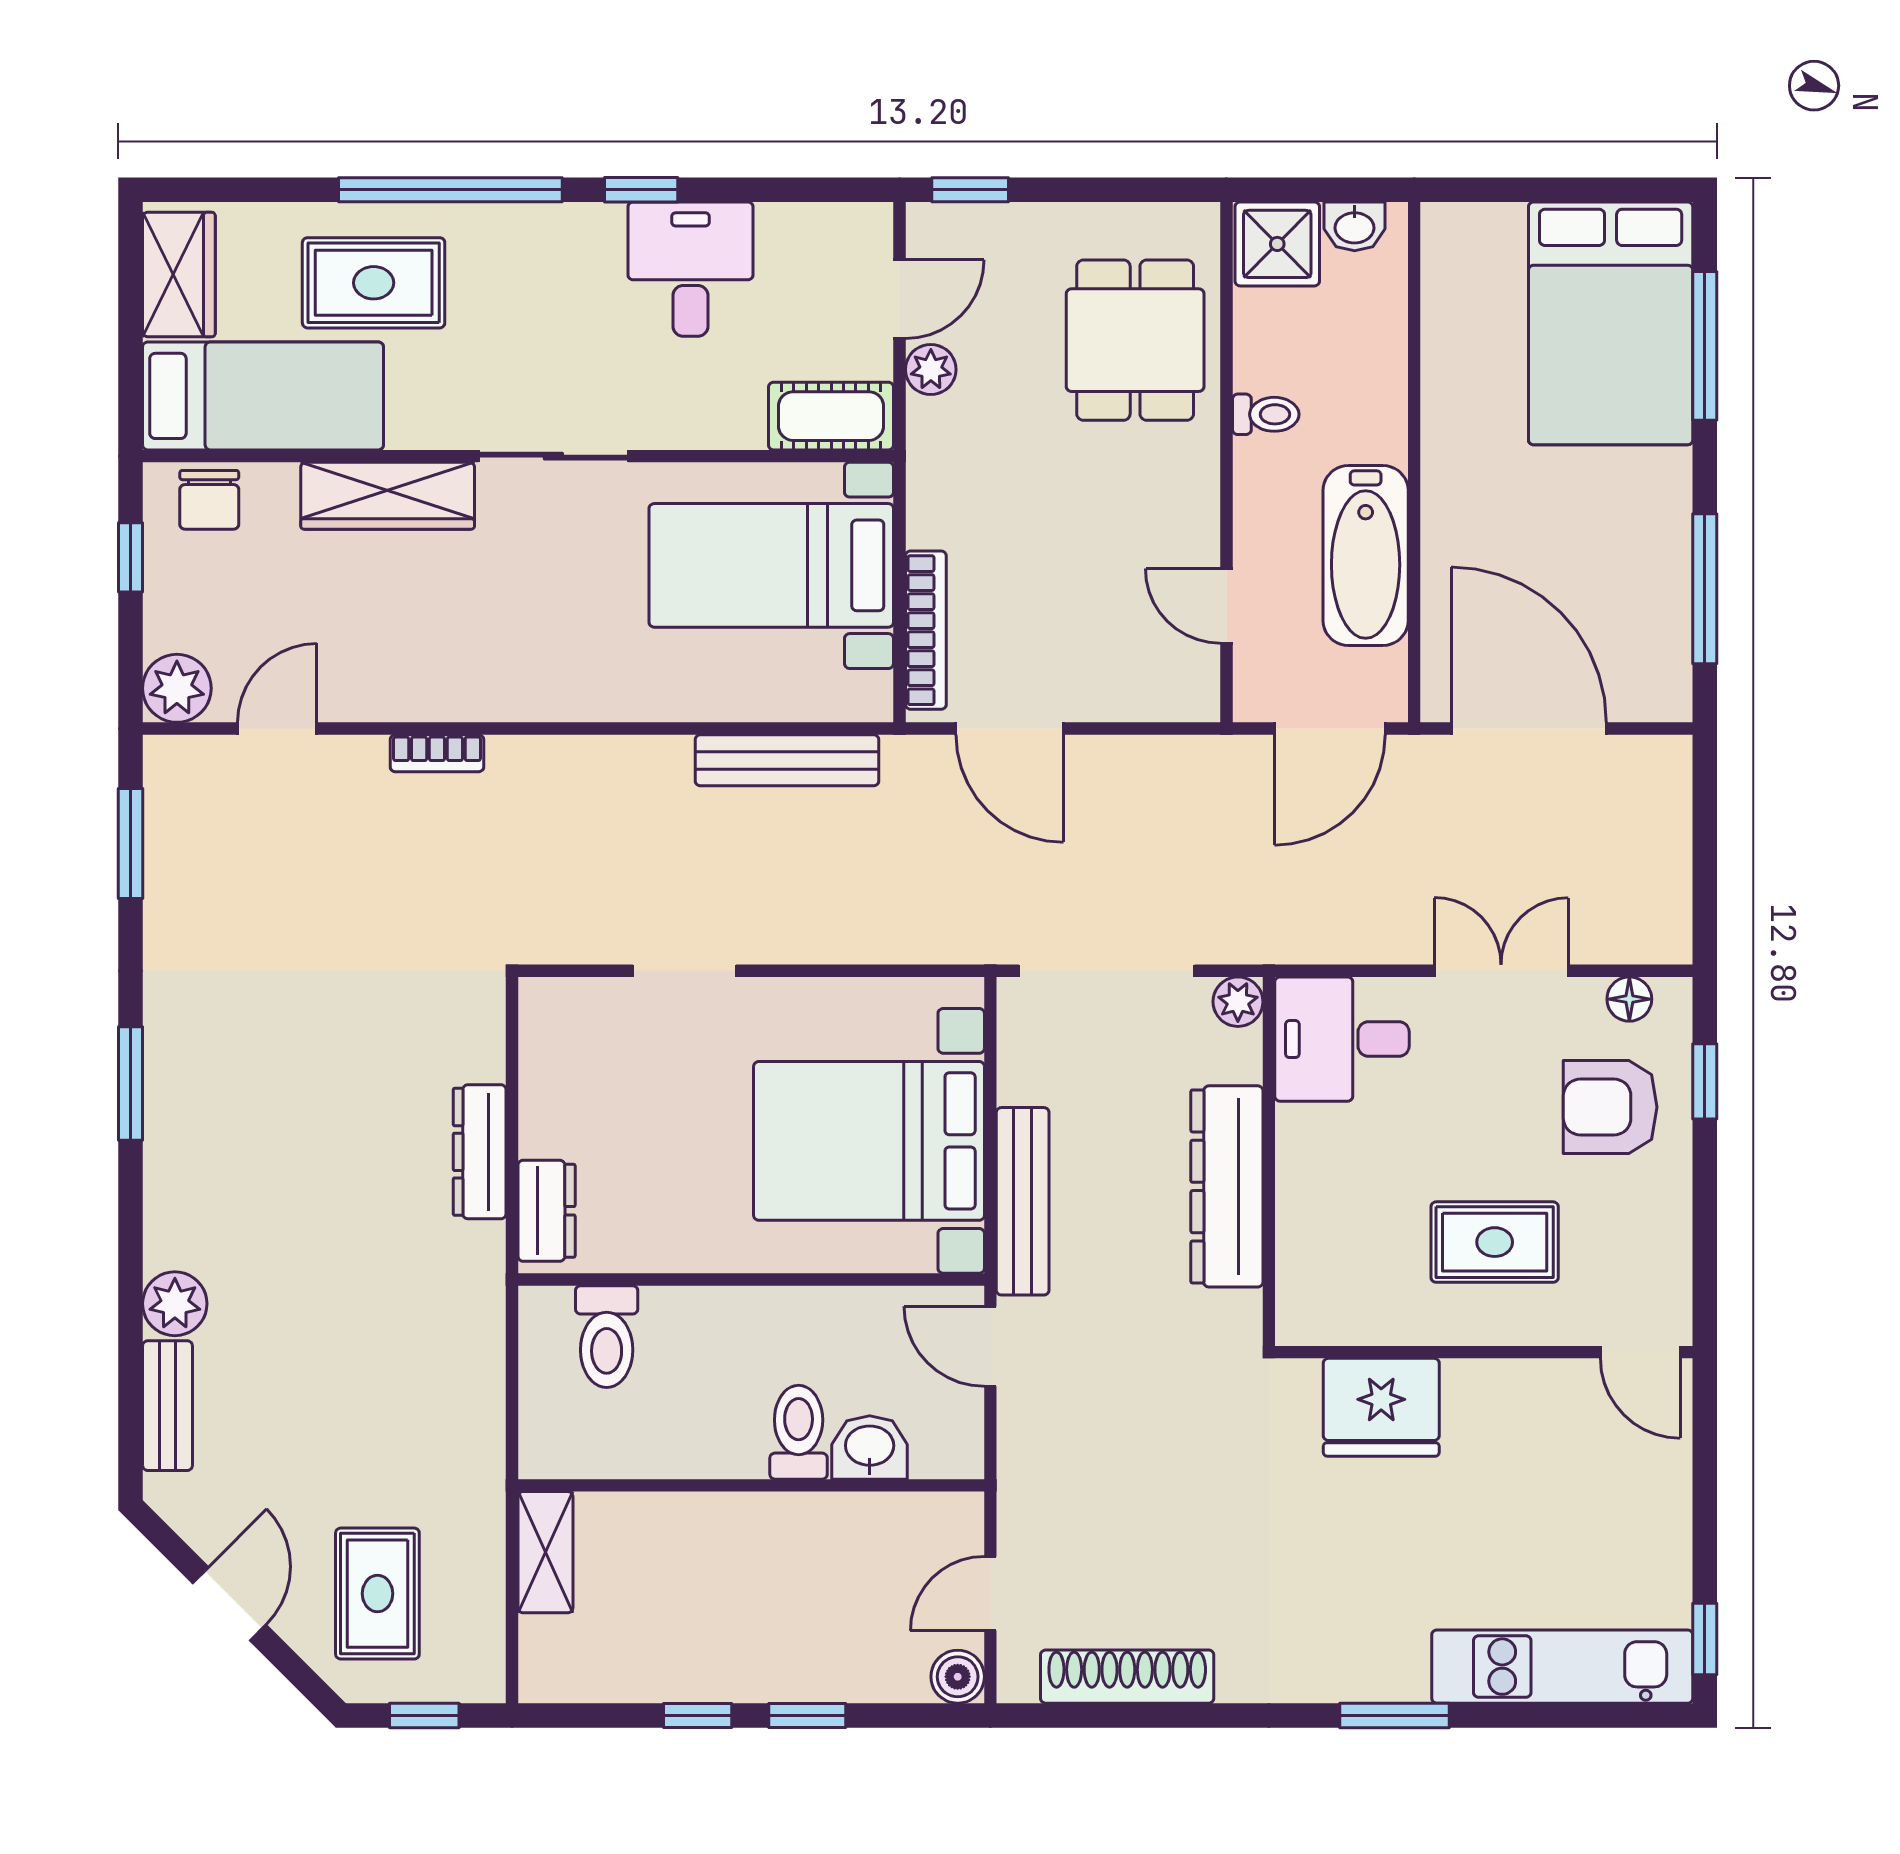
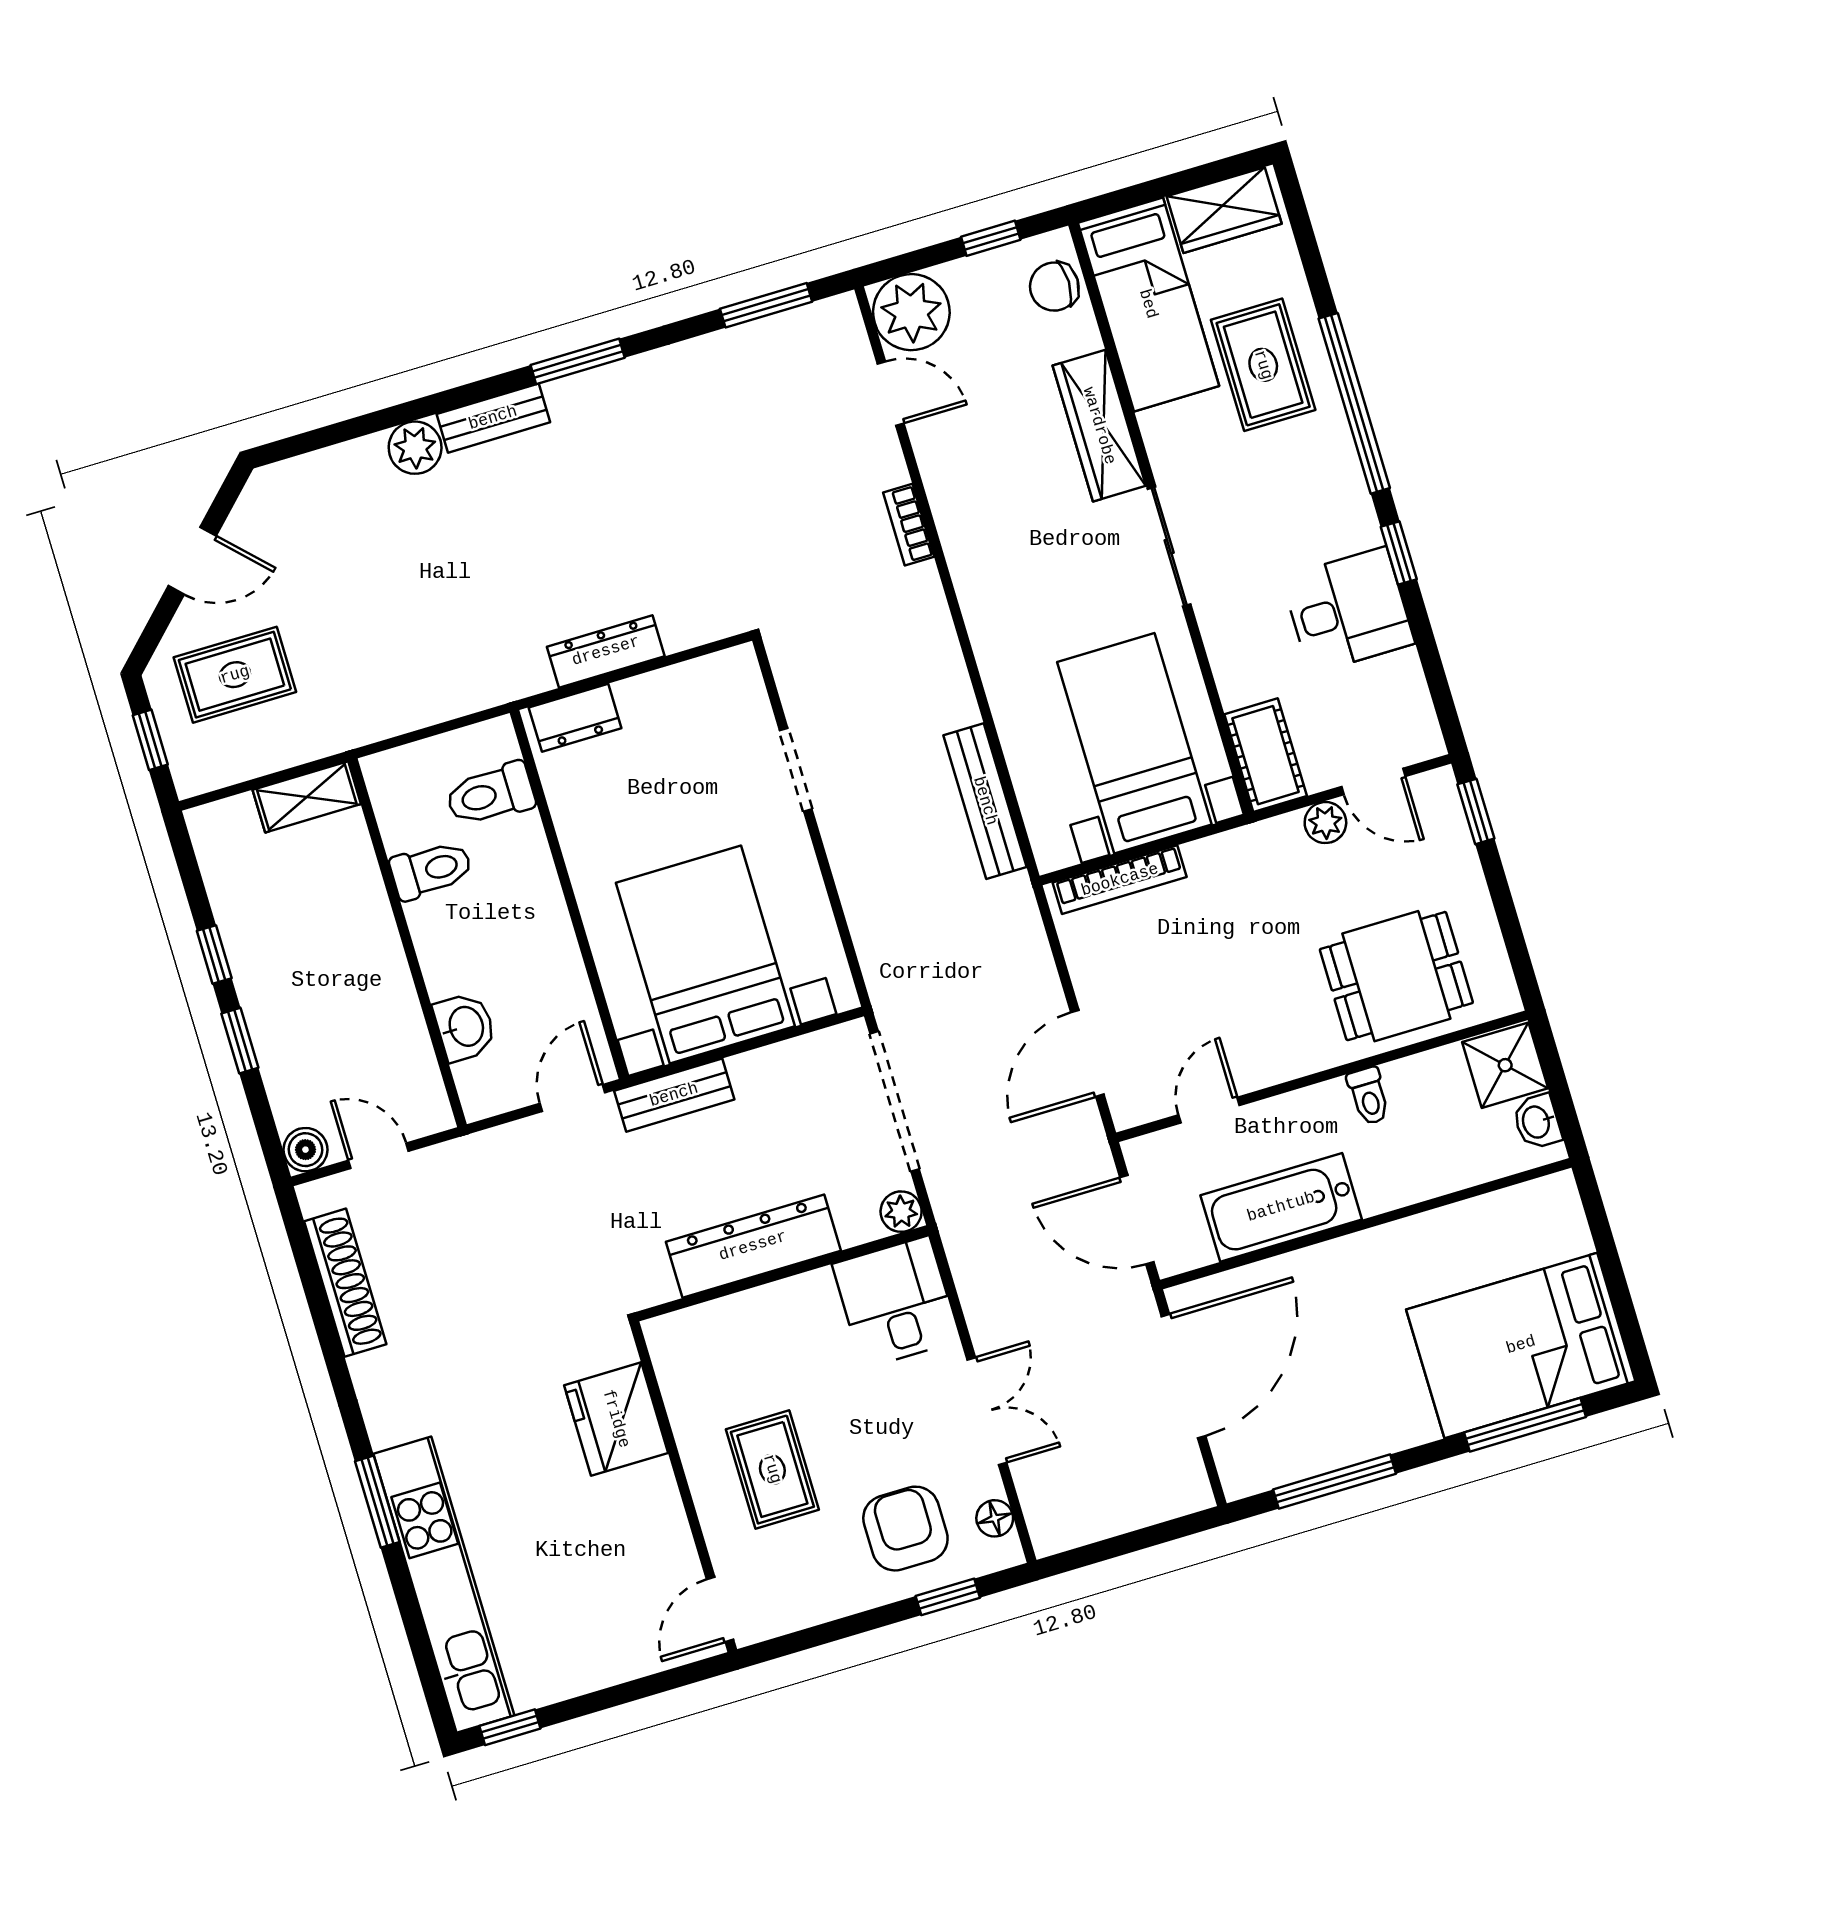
plant: (177, 688) -> (911, 312), width x1.36, depth x1.36
door: (1010, 729) -> (1087, 1053), moved
bench: (1023, 1201) -> (674, 1095), width x0.73
bench: (168, 1406) -> (493, 418), moved
toilet: (799, 1432) -> (431, 870), moved
kitchen unit: (1562, 1667) -> (444, 1585), width x1.36

